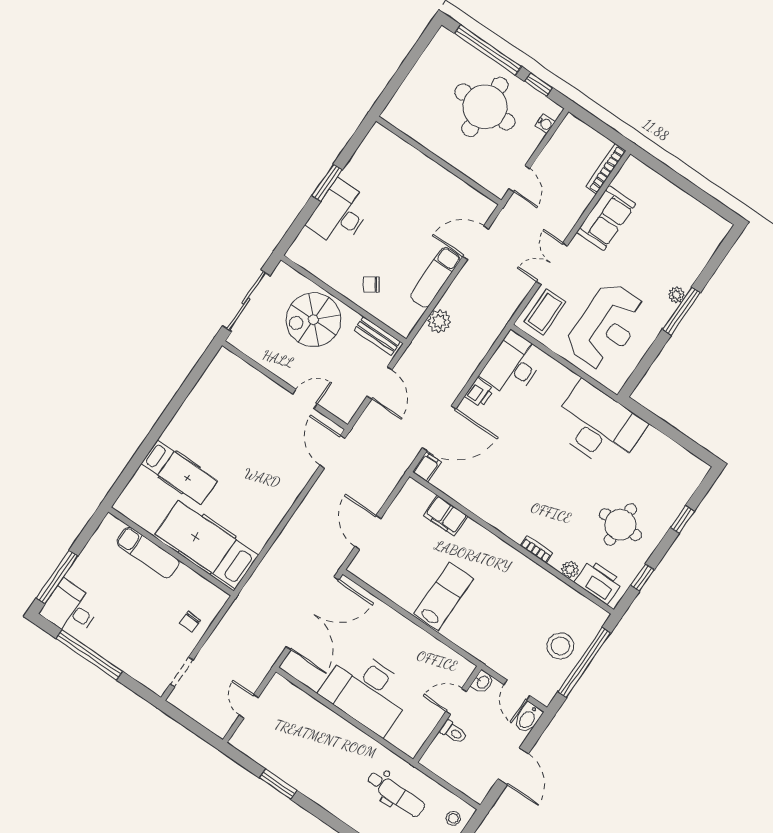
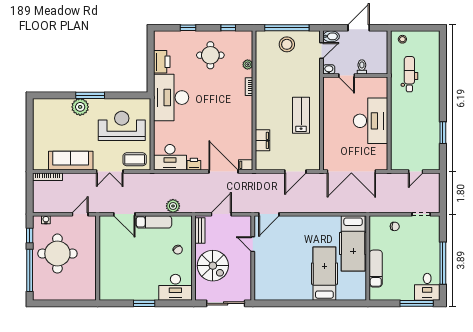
desk: (340, 214) -> (175, 287), moved
sofa: (606, 218) -> (71, 161), width x1.36
plant: (676, 295) -> (80, 107), width x1.88, depth x1.88
hospital bed: (179, 472) -> (324, 274), width x1.37, depth x1.29
printer: (598, 582) -> (162, 62), moved, turned 180
lab bench: (444, 596) -> (301, 115), turned 90
double door: (312, 613) -> (351, 172), swing flipped

